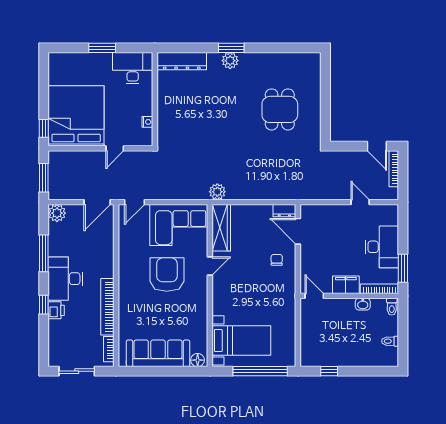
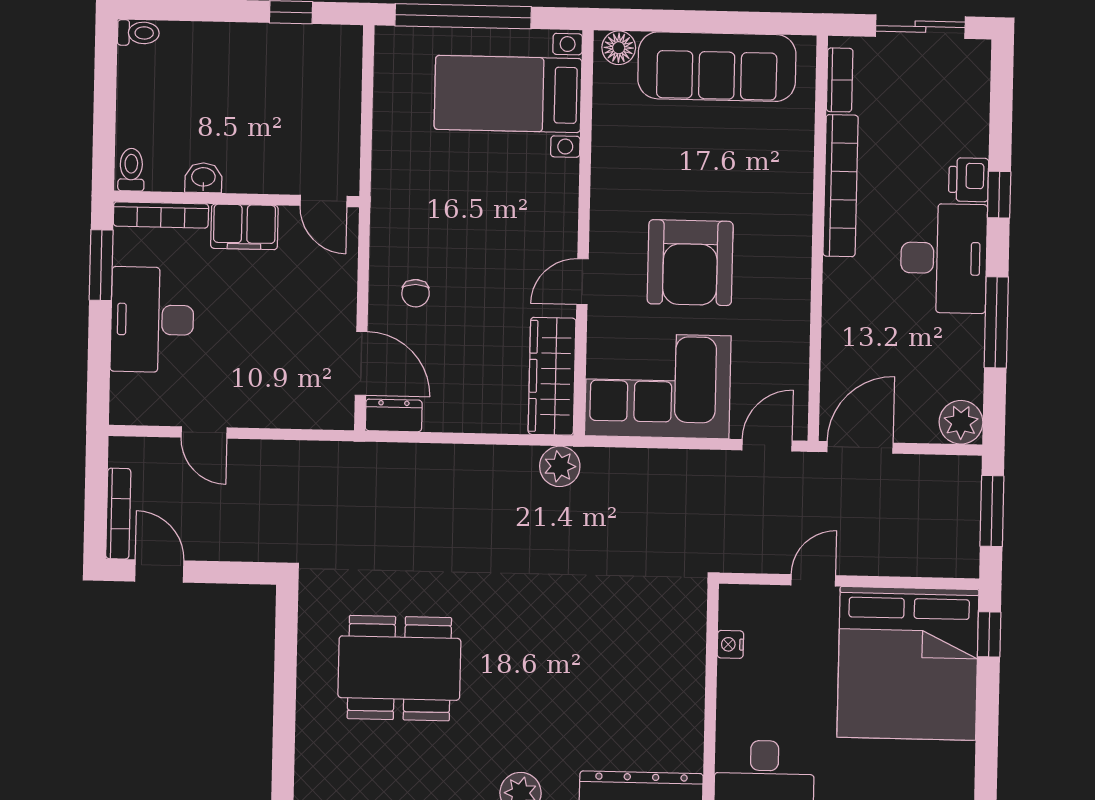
dining table: (280, 109) -> (399, 668), width x1.37
toilet: (390, 341) -> (138, 33), moved

